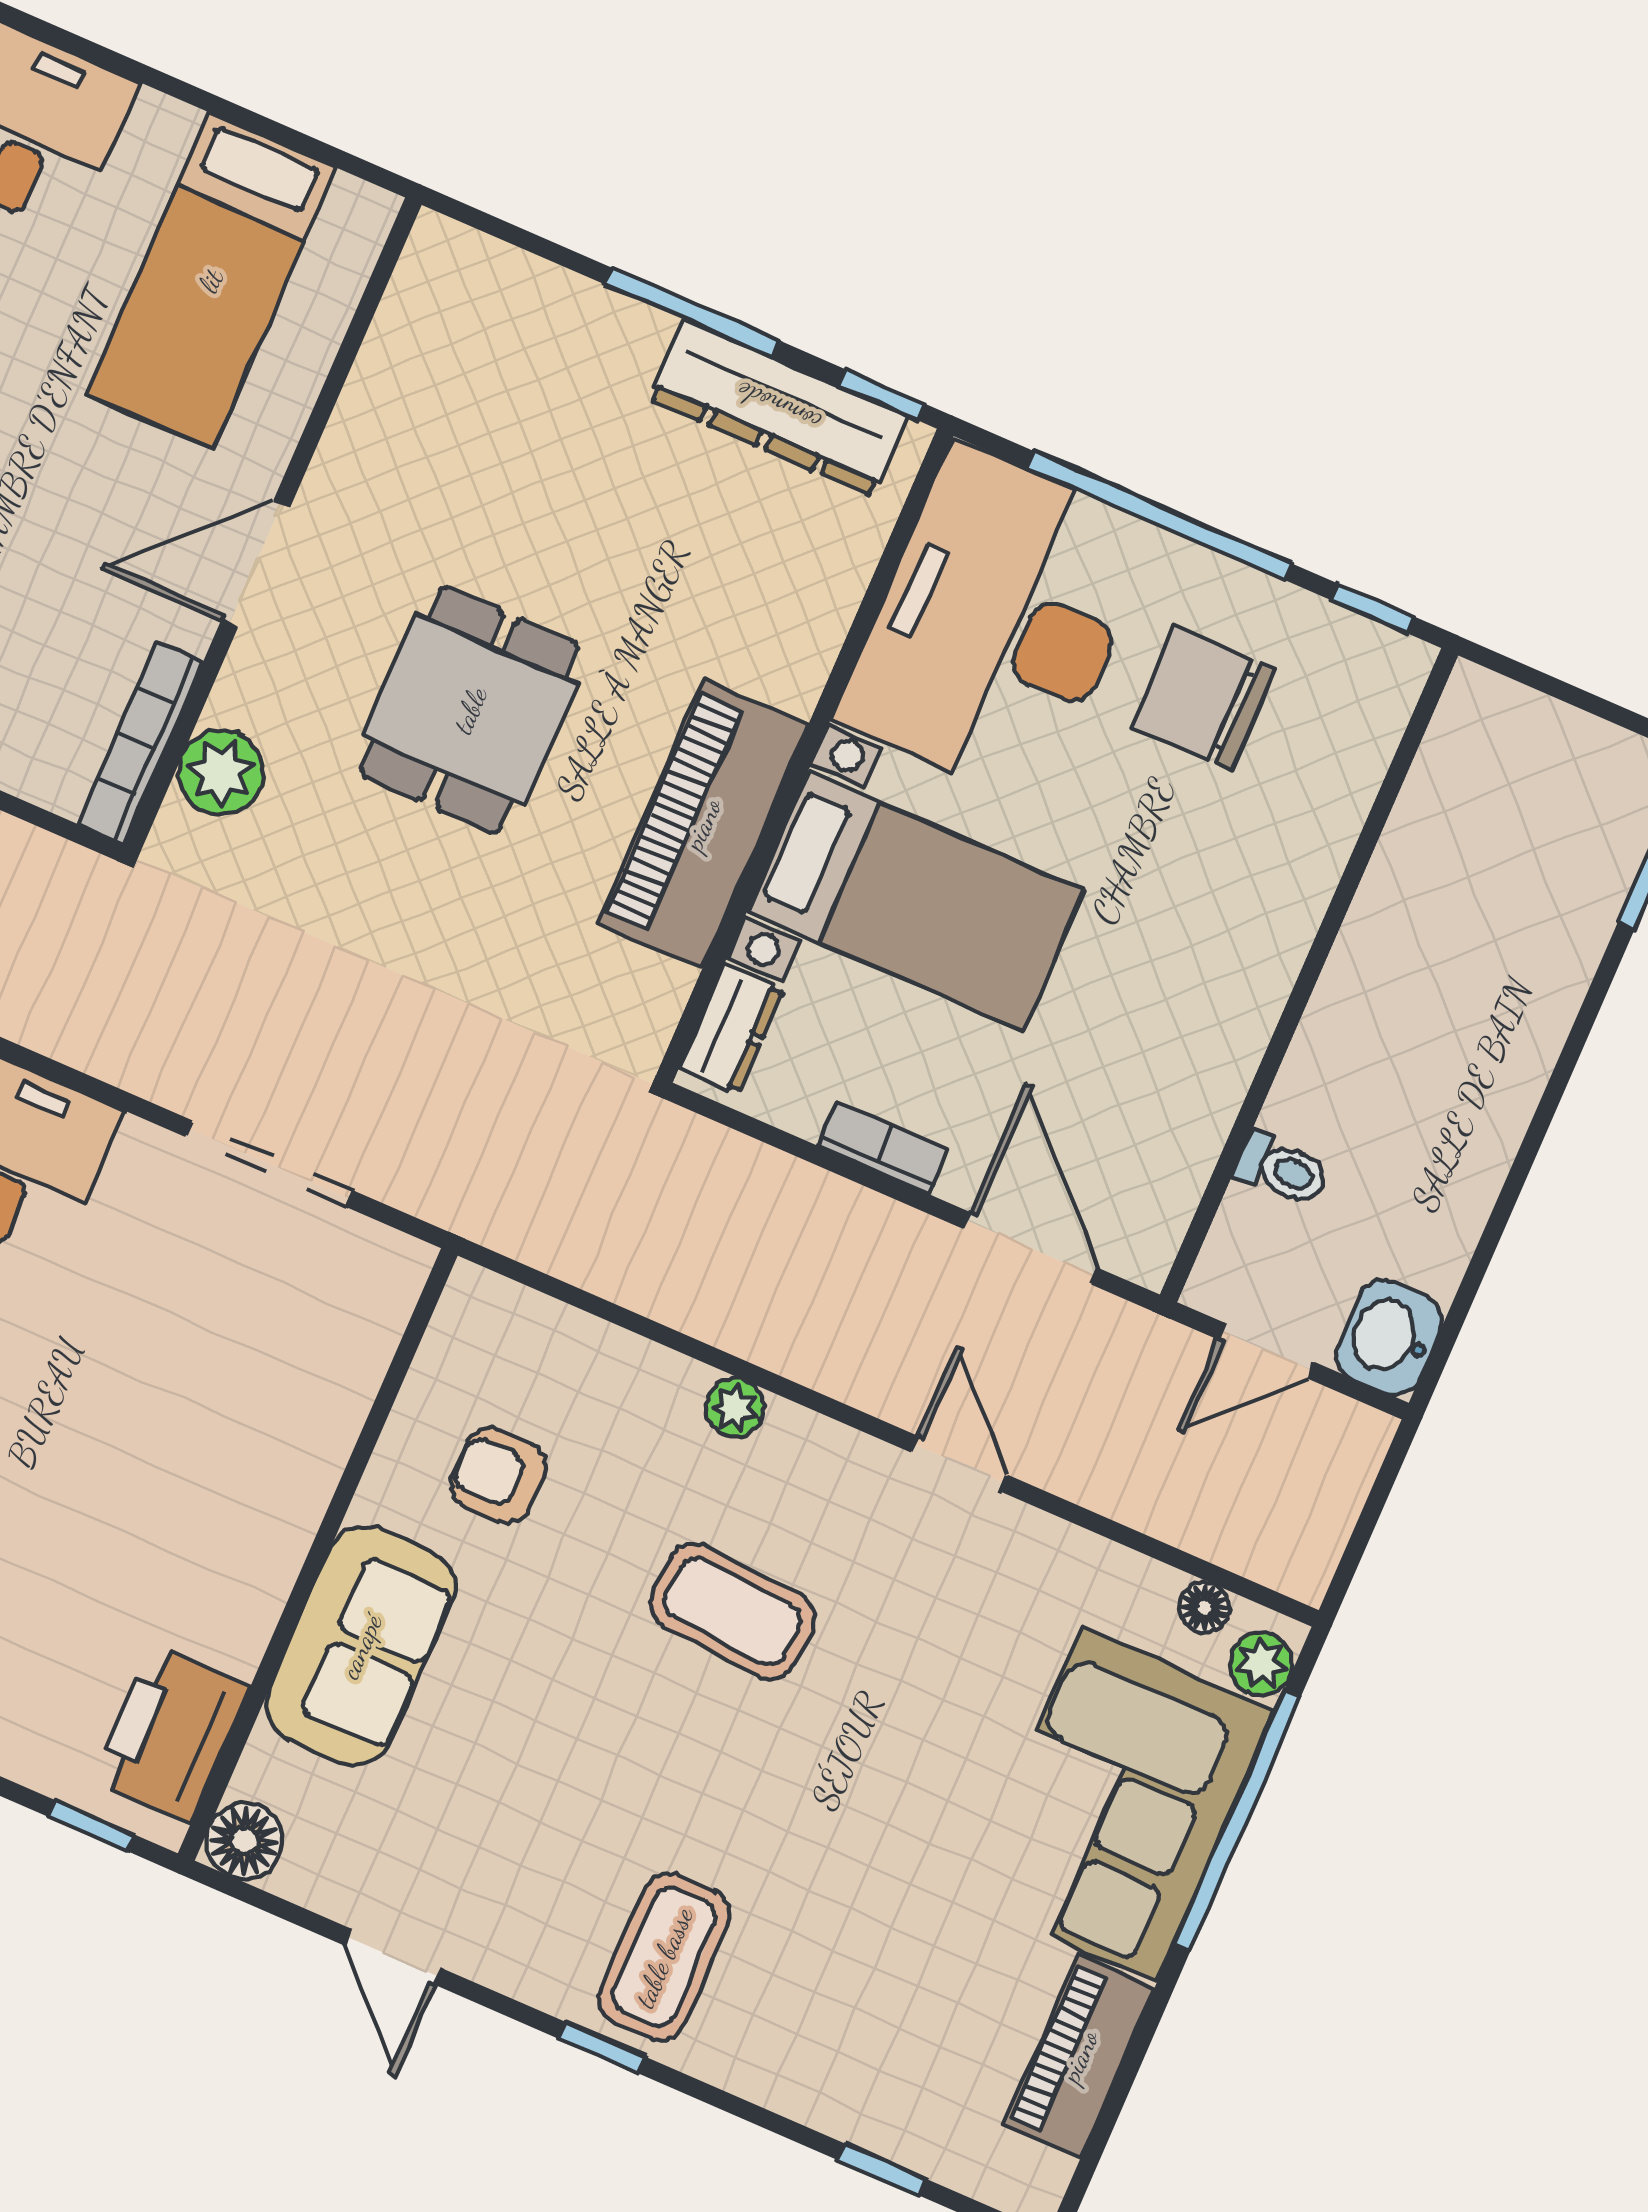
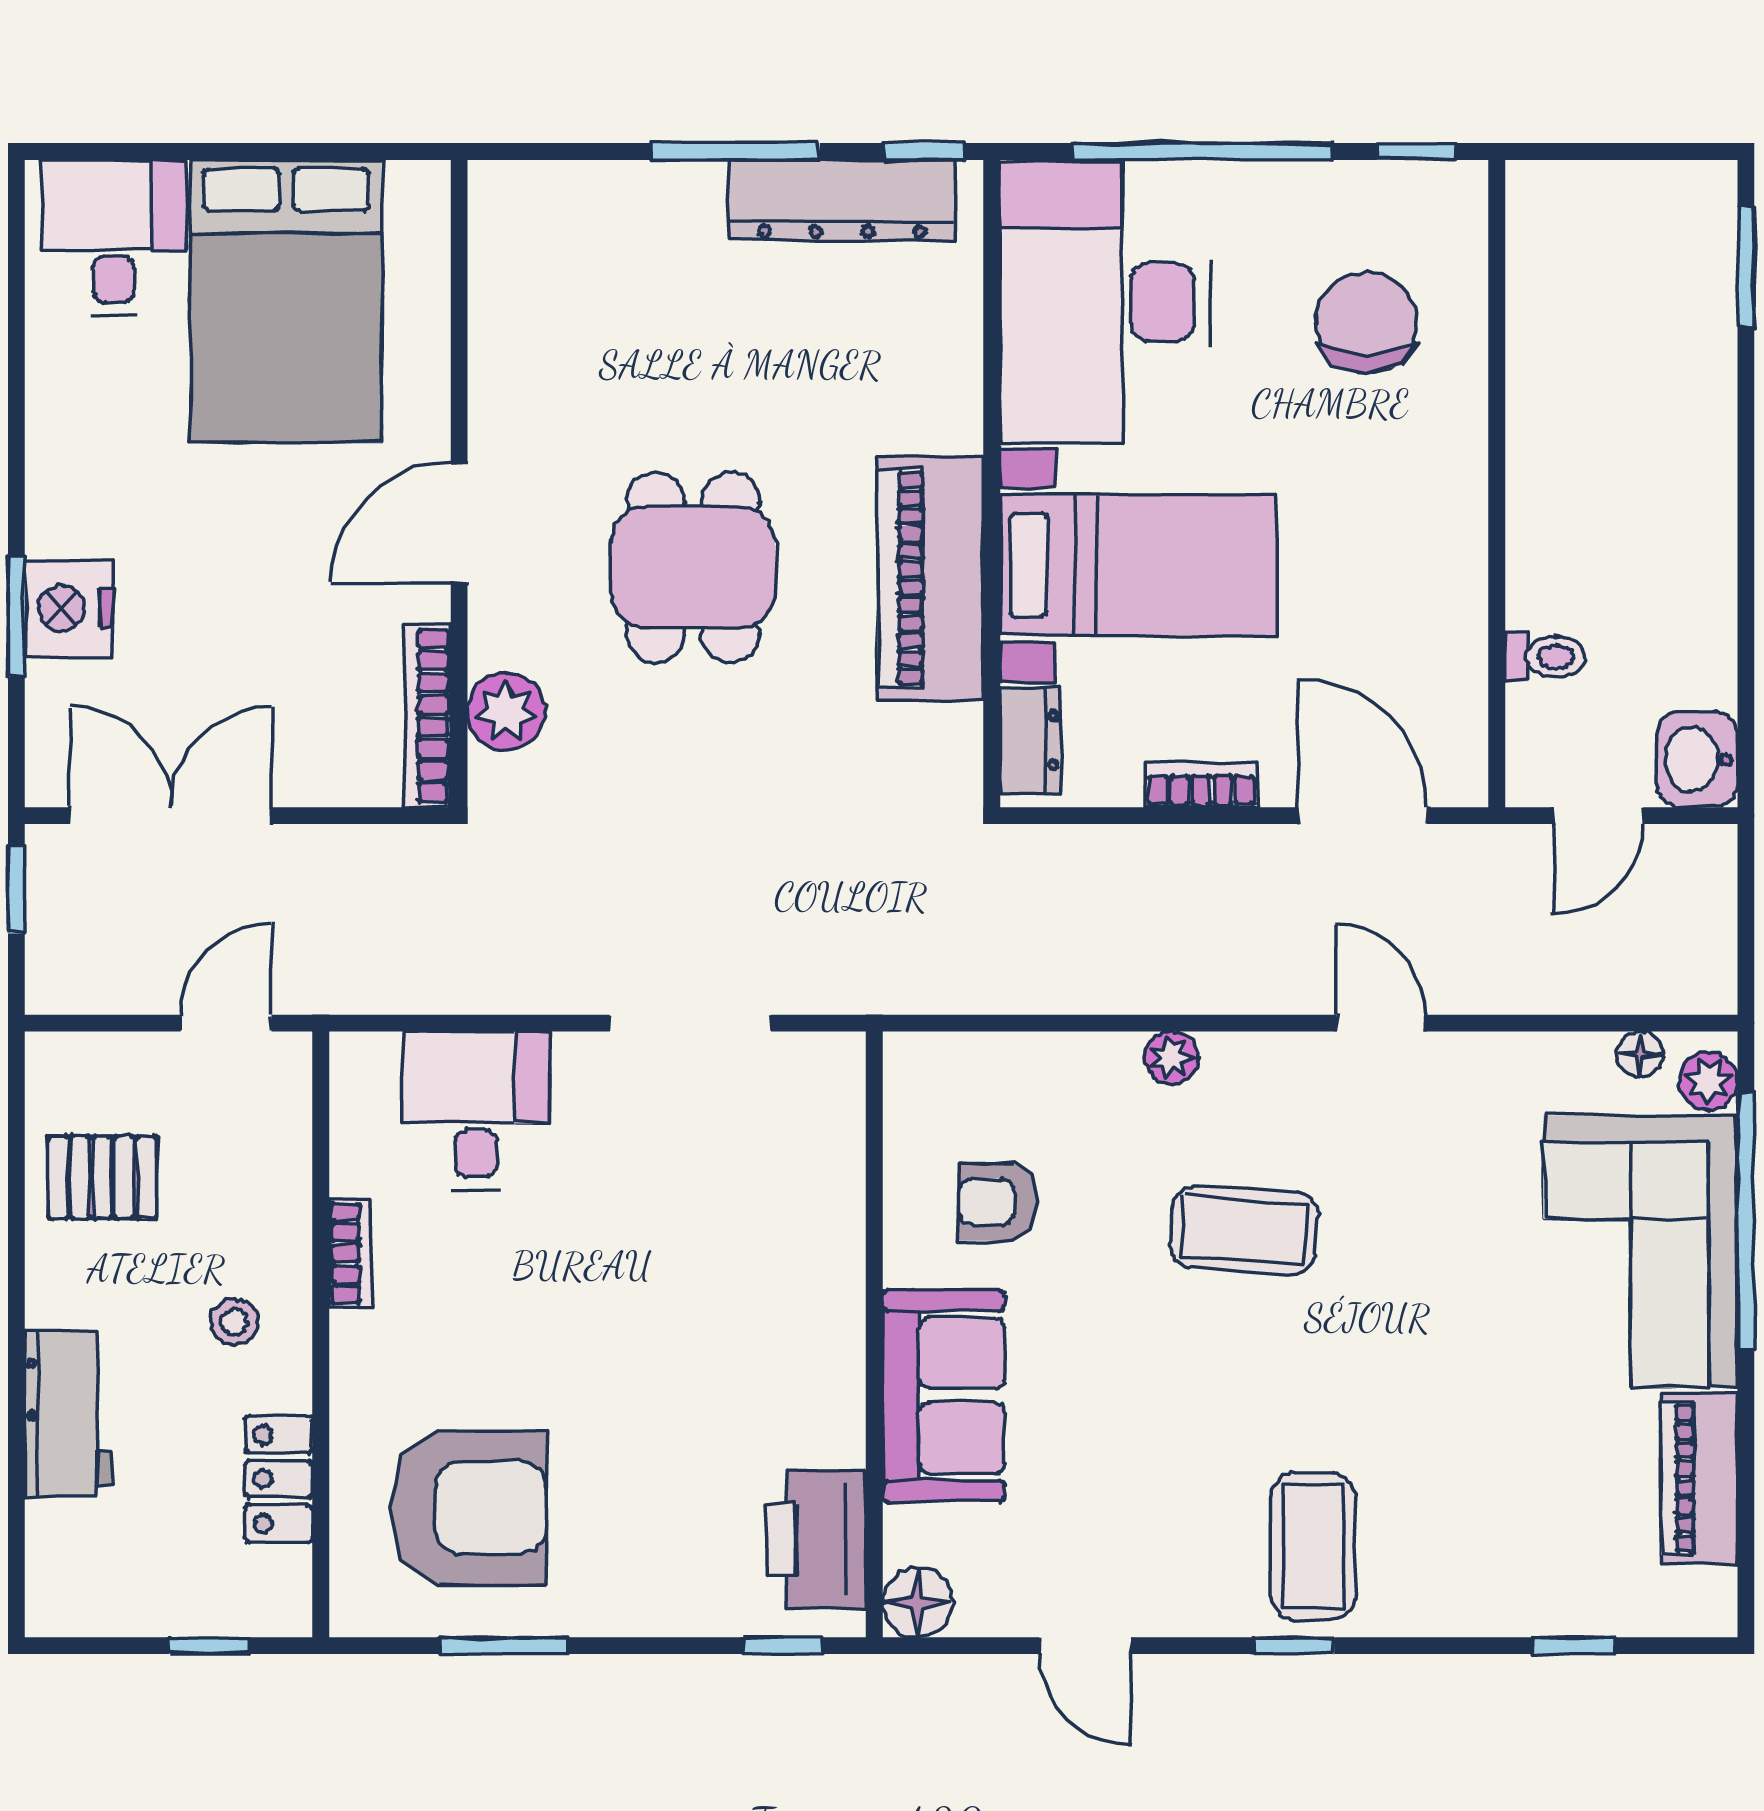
bed: (211, 281) -> (286, 301), width x1.50
chair: (1204, 698) -> (1366, 322), moved, turned 90

